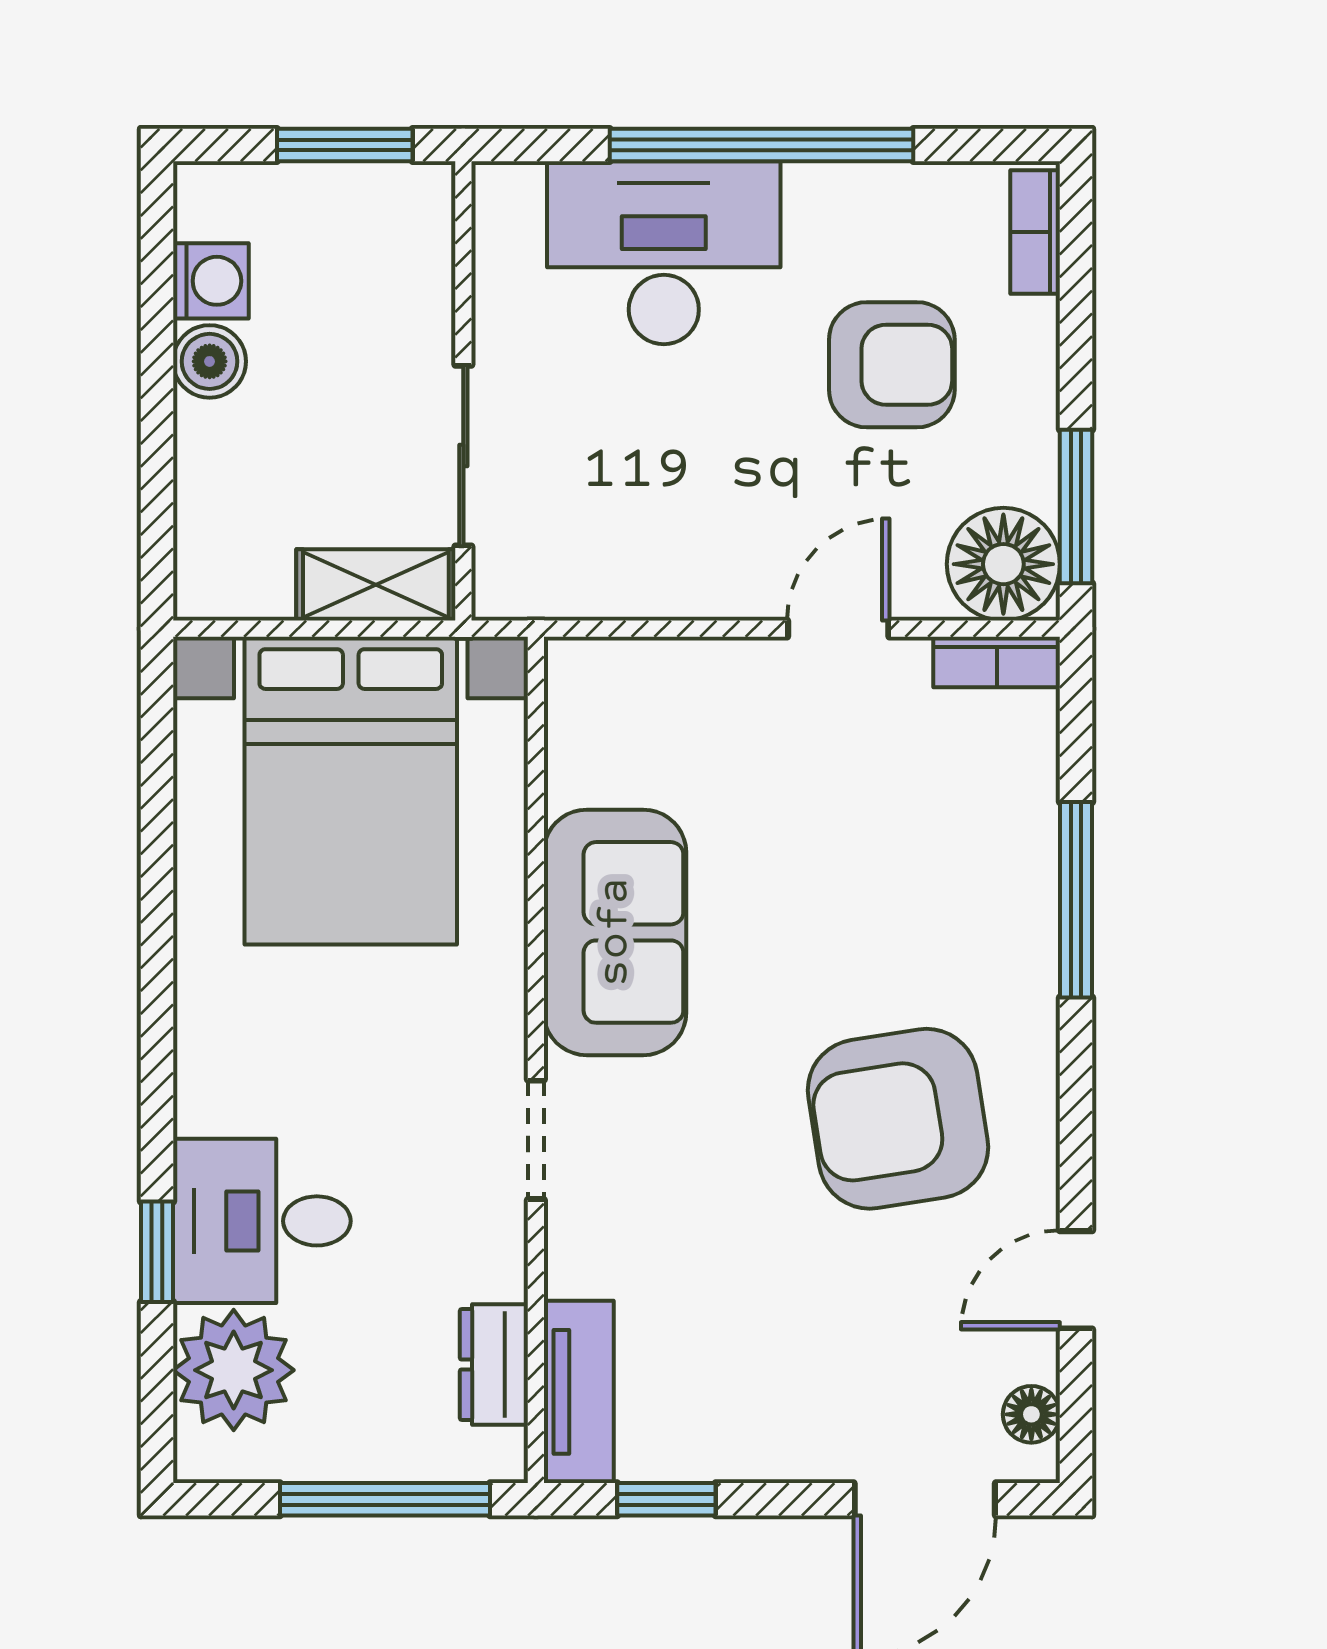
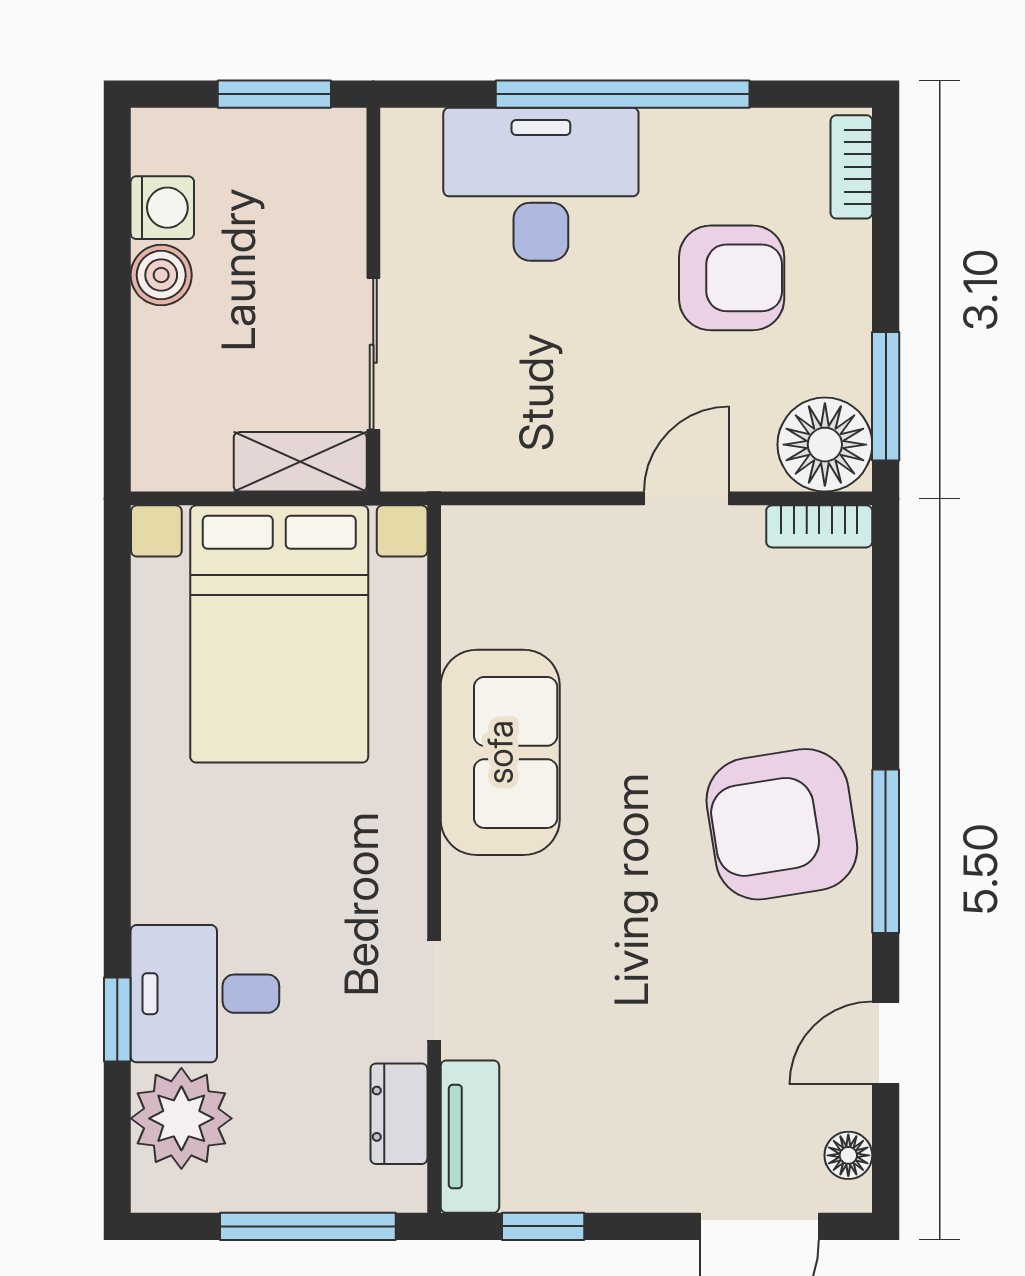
window: (1076, 900) -> (886, 851), moved
armchair: (898, 1119) -> (782, 824), moved
doorway: (536, 1140) -> (434, 990), moved

